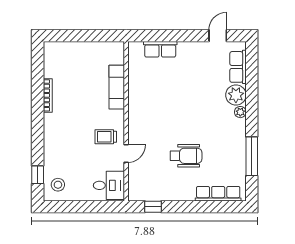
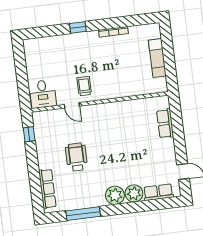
exam couch: (117, 87) -> (157, 58), moved, turned -90
plant: (240, 112) -> (115, 195), width x1.87, depth x1.87
wheelchair: (186, 156) -> (76, 157), turned 180
window: (38, 175) -> (78, 27), moved
stool: (58, 185) -> (38, 50), removed

